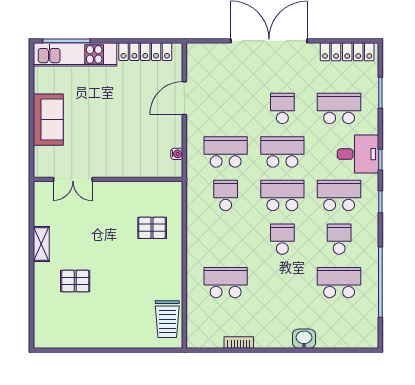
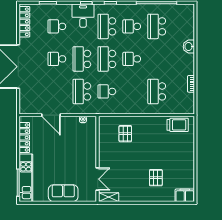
school desk: (339, 108) -> (57, 26), width x0.54
shelving: (41, 244) -> (109, 197), moved
filing cabinet: (44, 332) -> (185, 195), added

